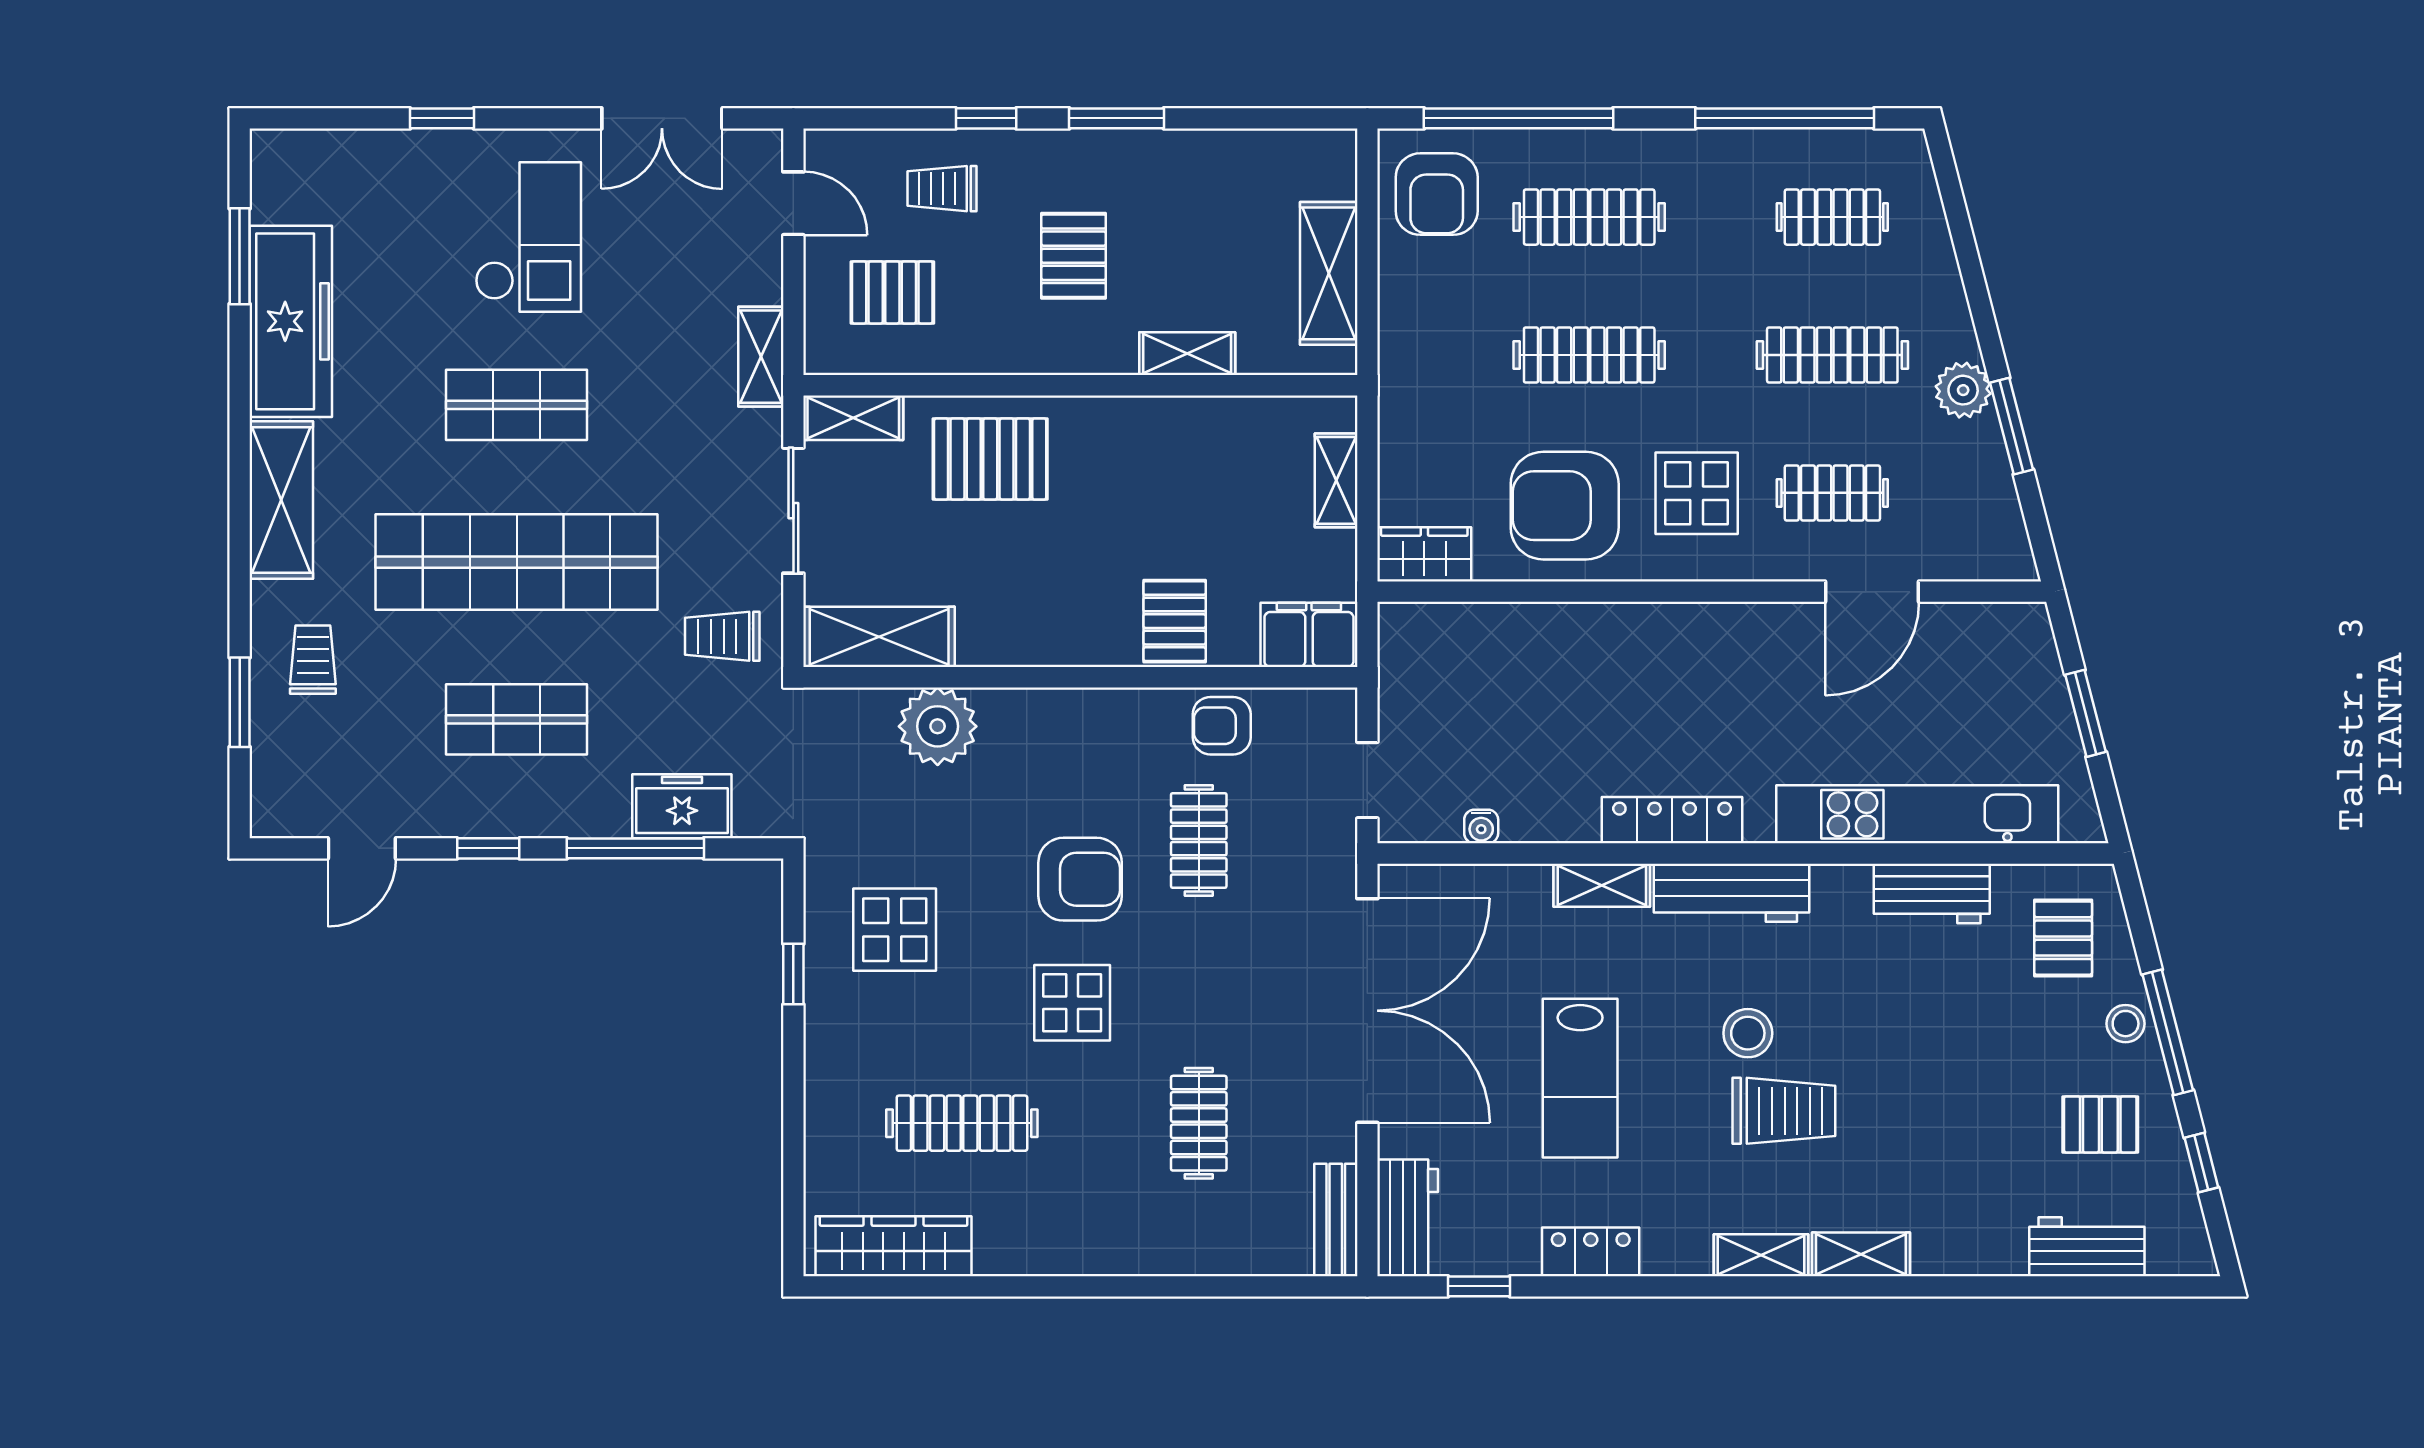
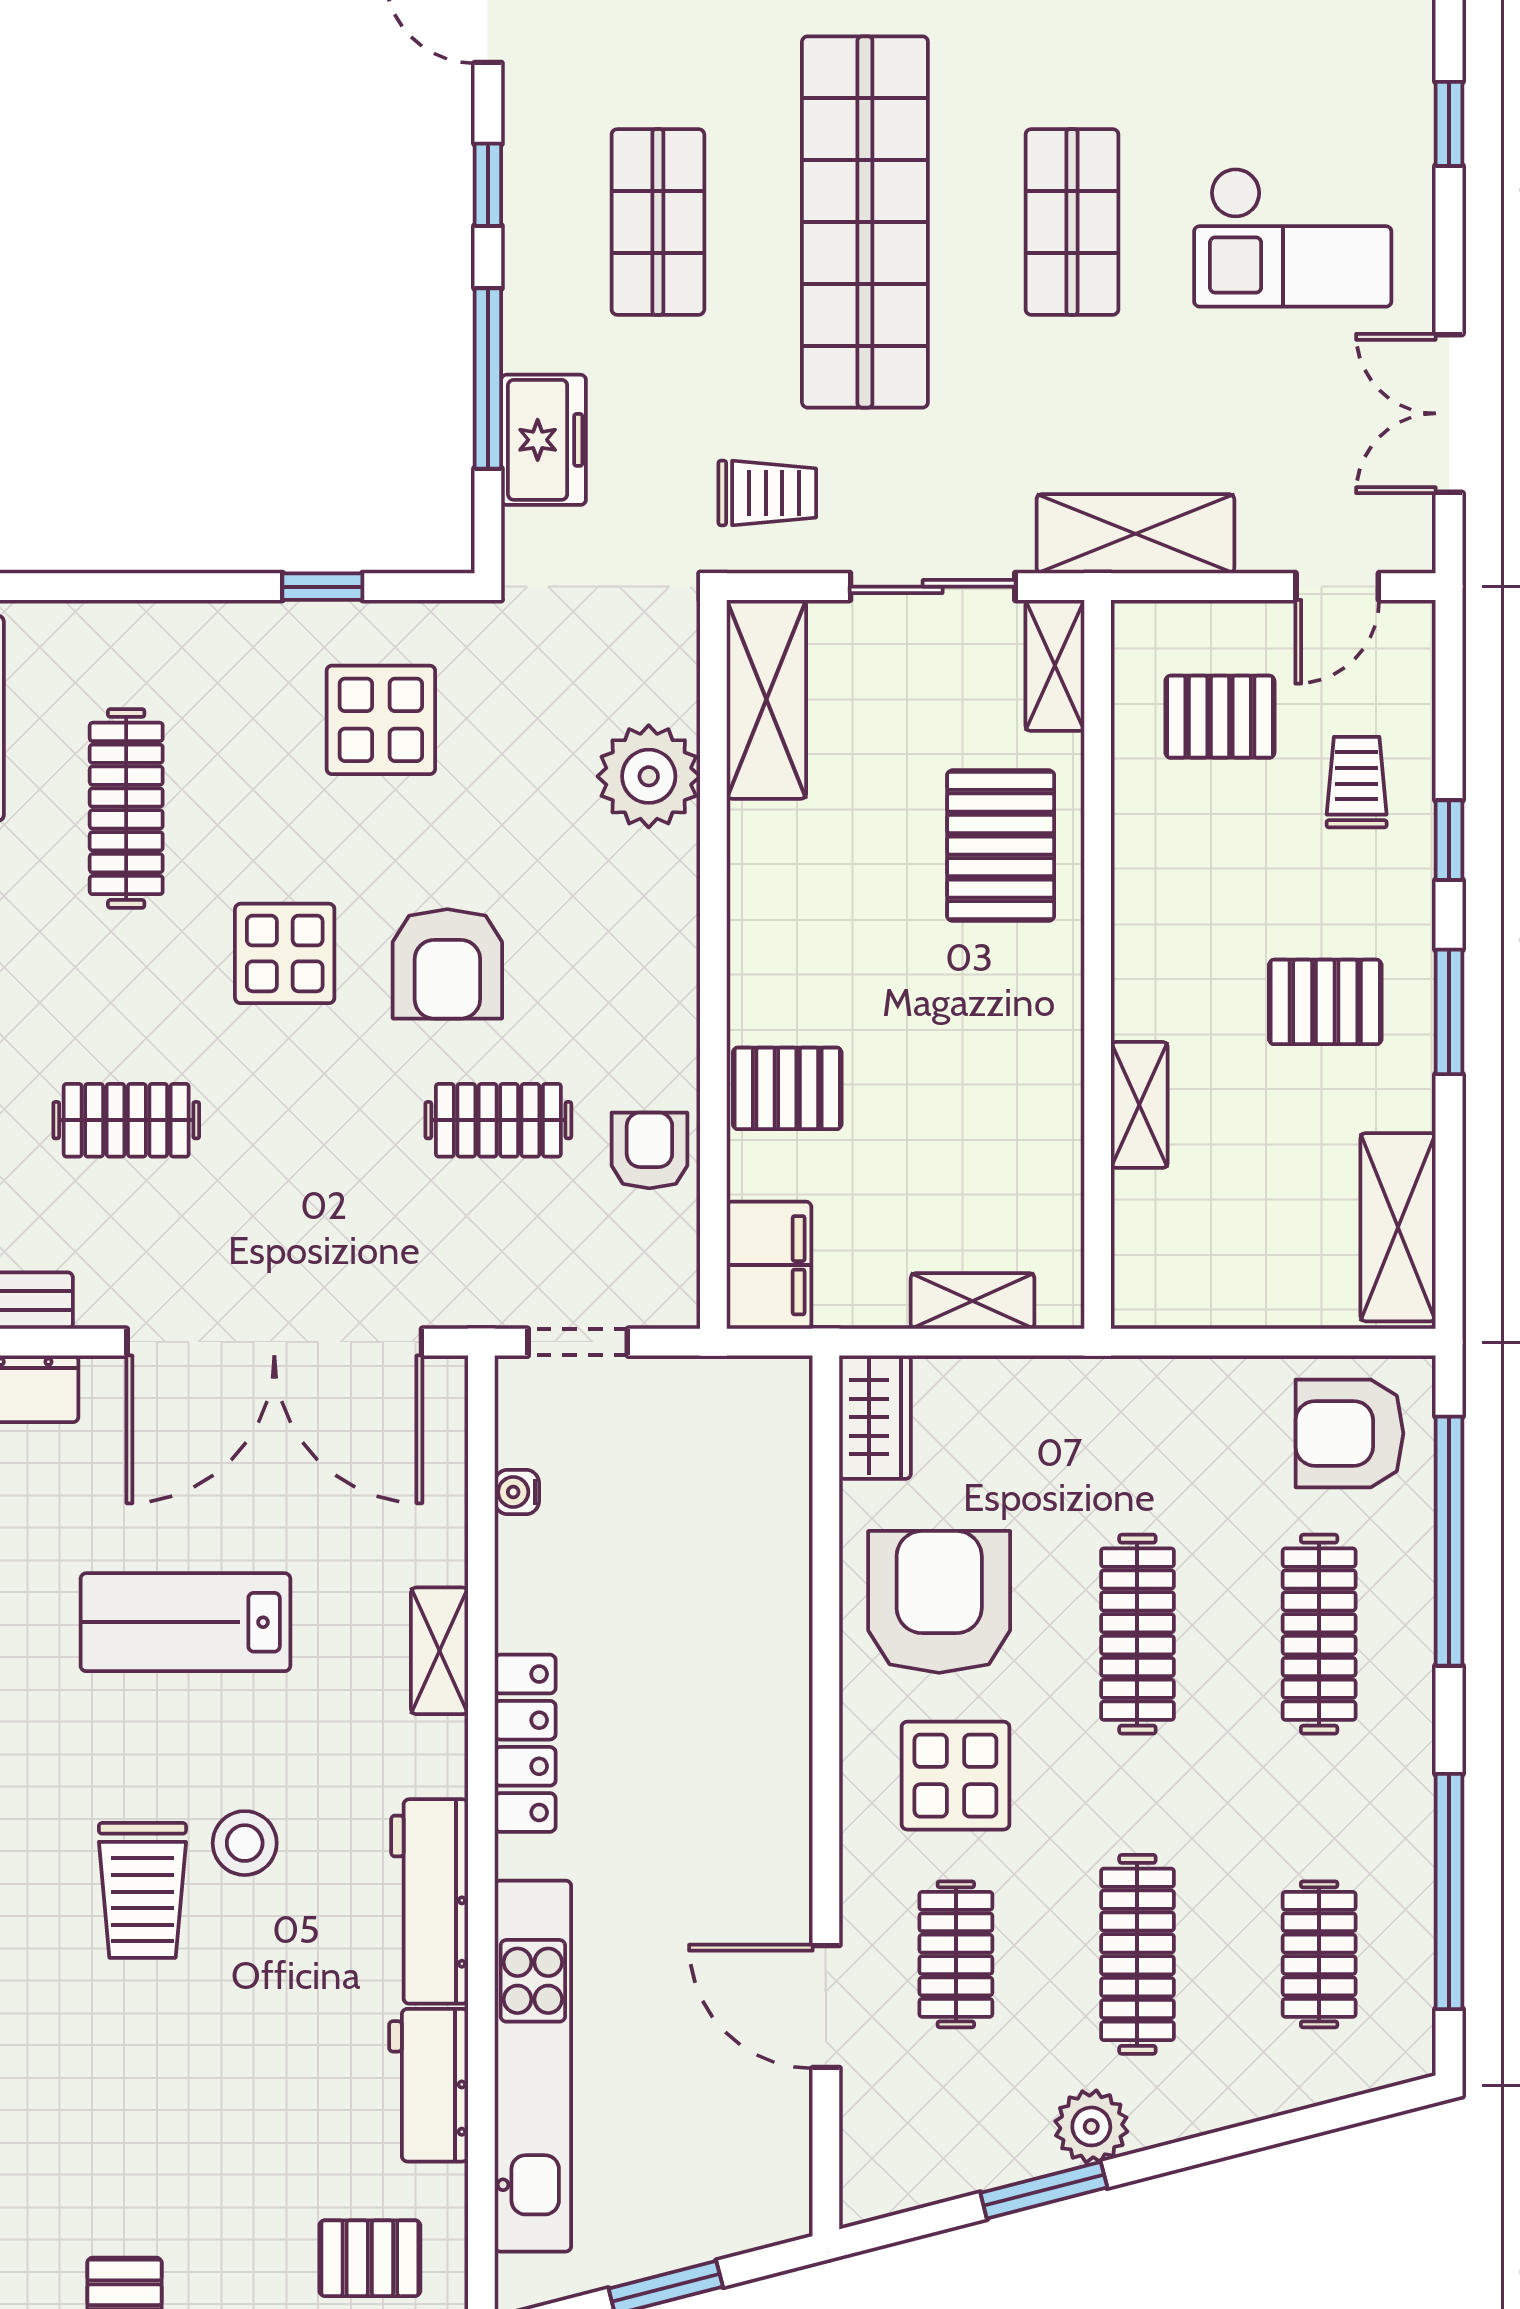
pallet: (1074, 256) -> (1325, 1002), moved
shelving: (1329, 273) -> (1398, 1227), moved, turned 90
pallet: (892, 292) -> (1220, 717), turned 90
shelving: (761, 357) -> (1135, 534), width x1.50, depth x1.33
trolley: (722, 636) -> (767, 493), turned 90
workbench: (1732, 893) -> (430, 1901), moved

